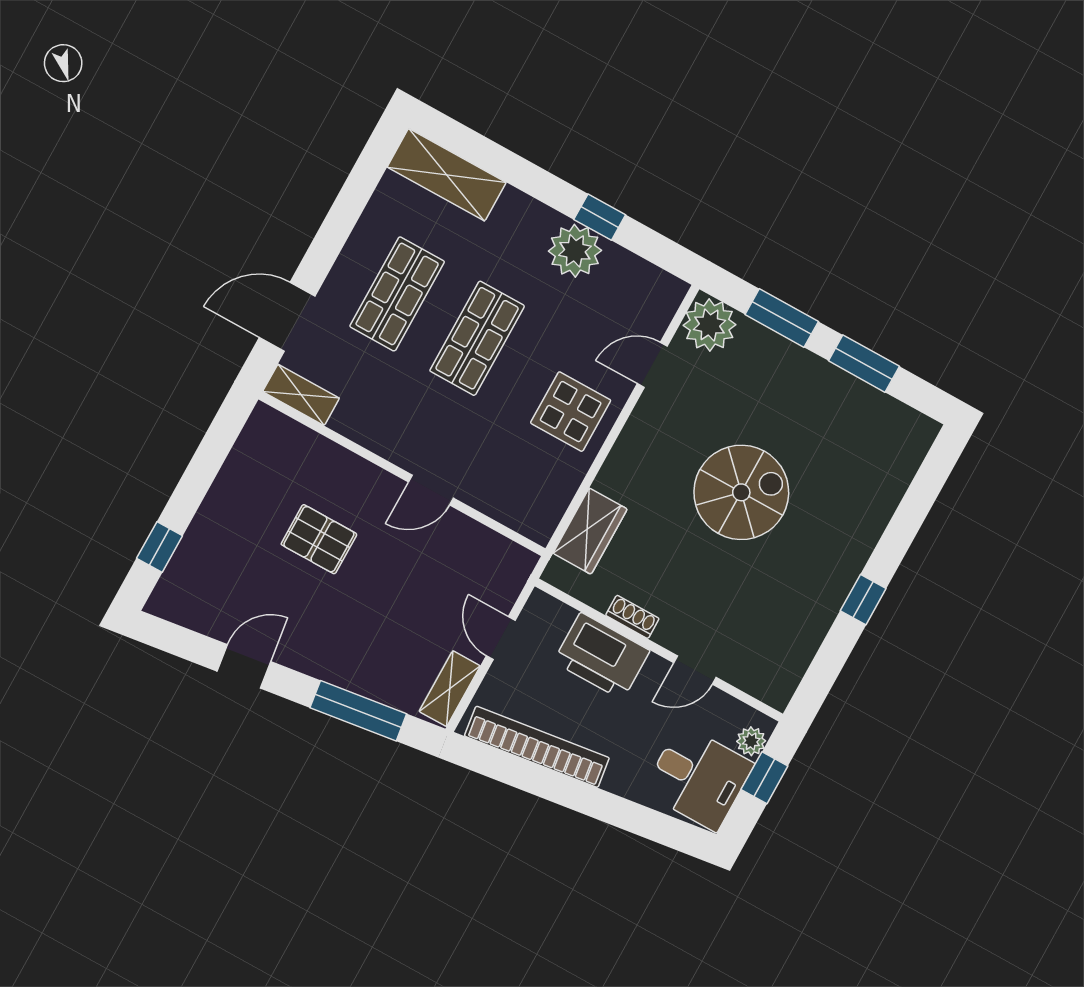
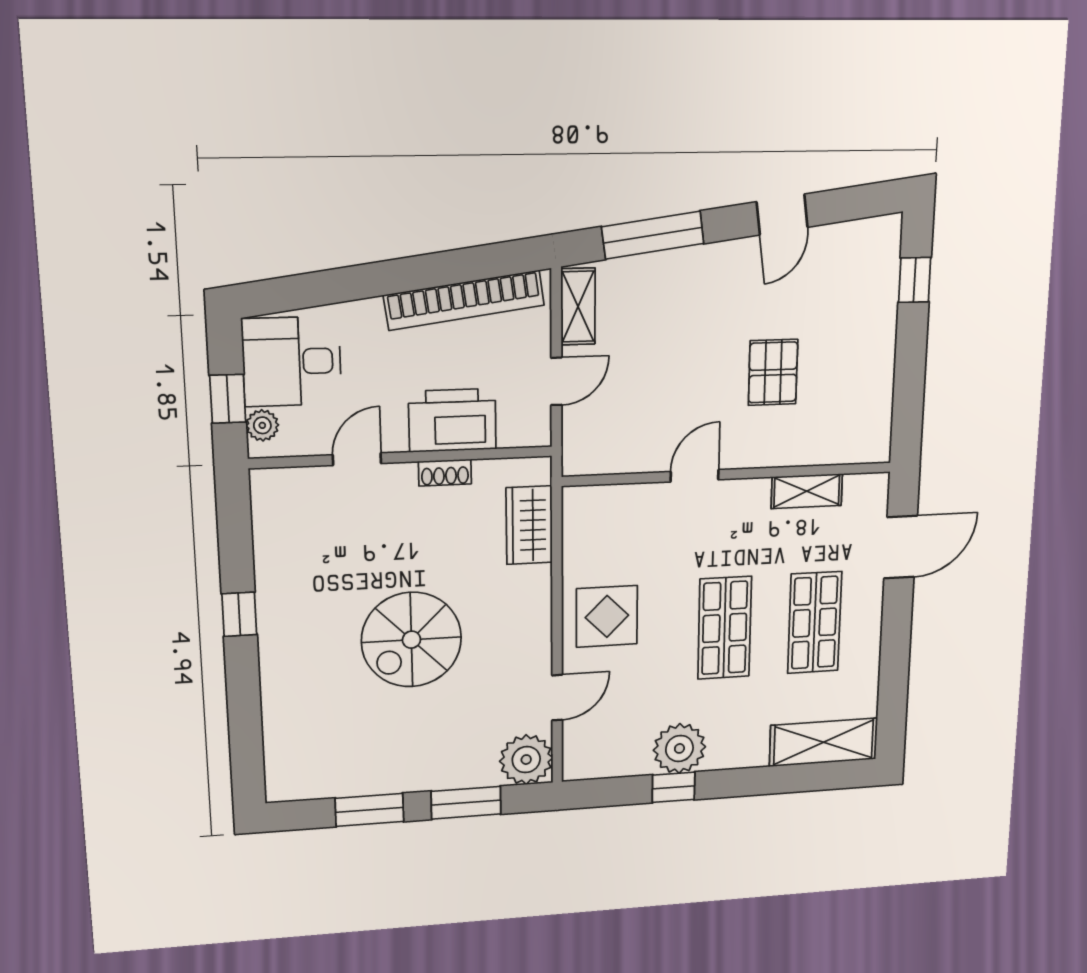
shelving: (301, 395) -> (807, 491), moved
pallet: (319, 539) -> (773, 372), turned 90
door: (501, 638) -> (556, 381), hinge flipped

